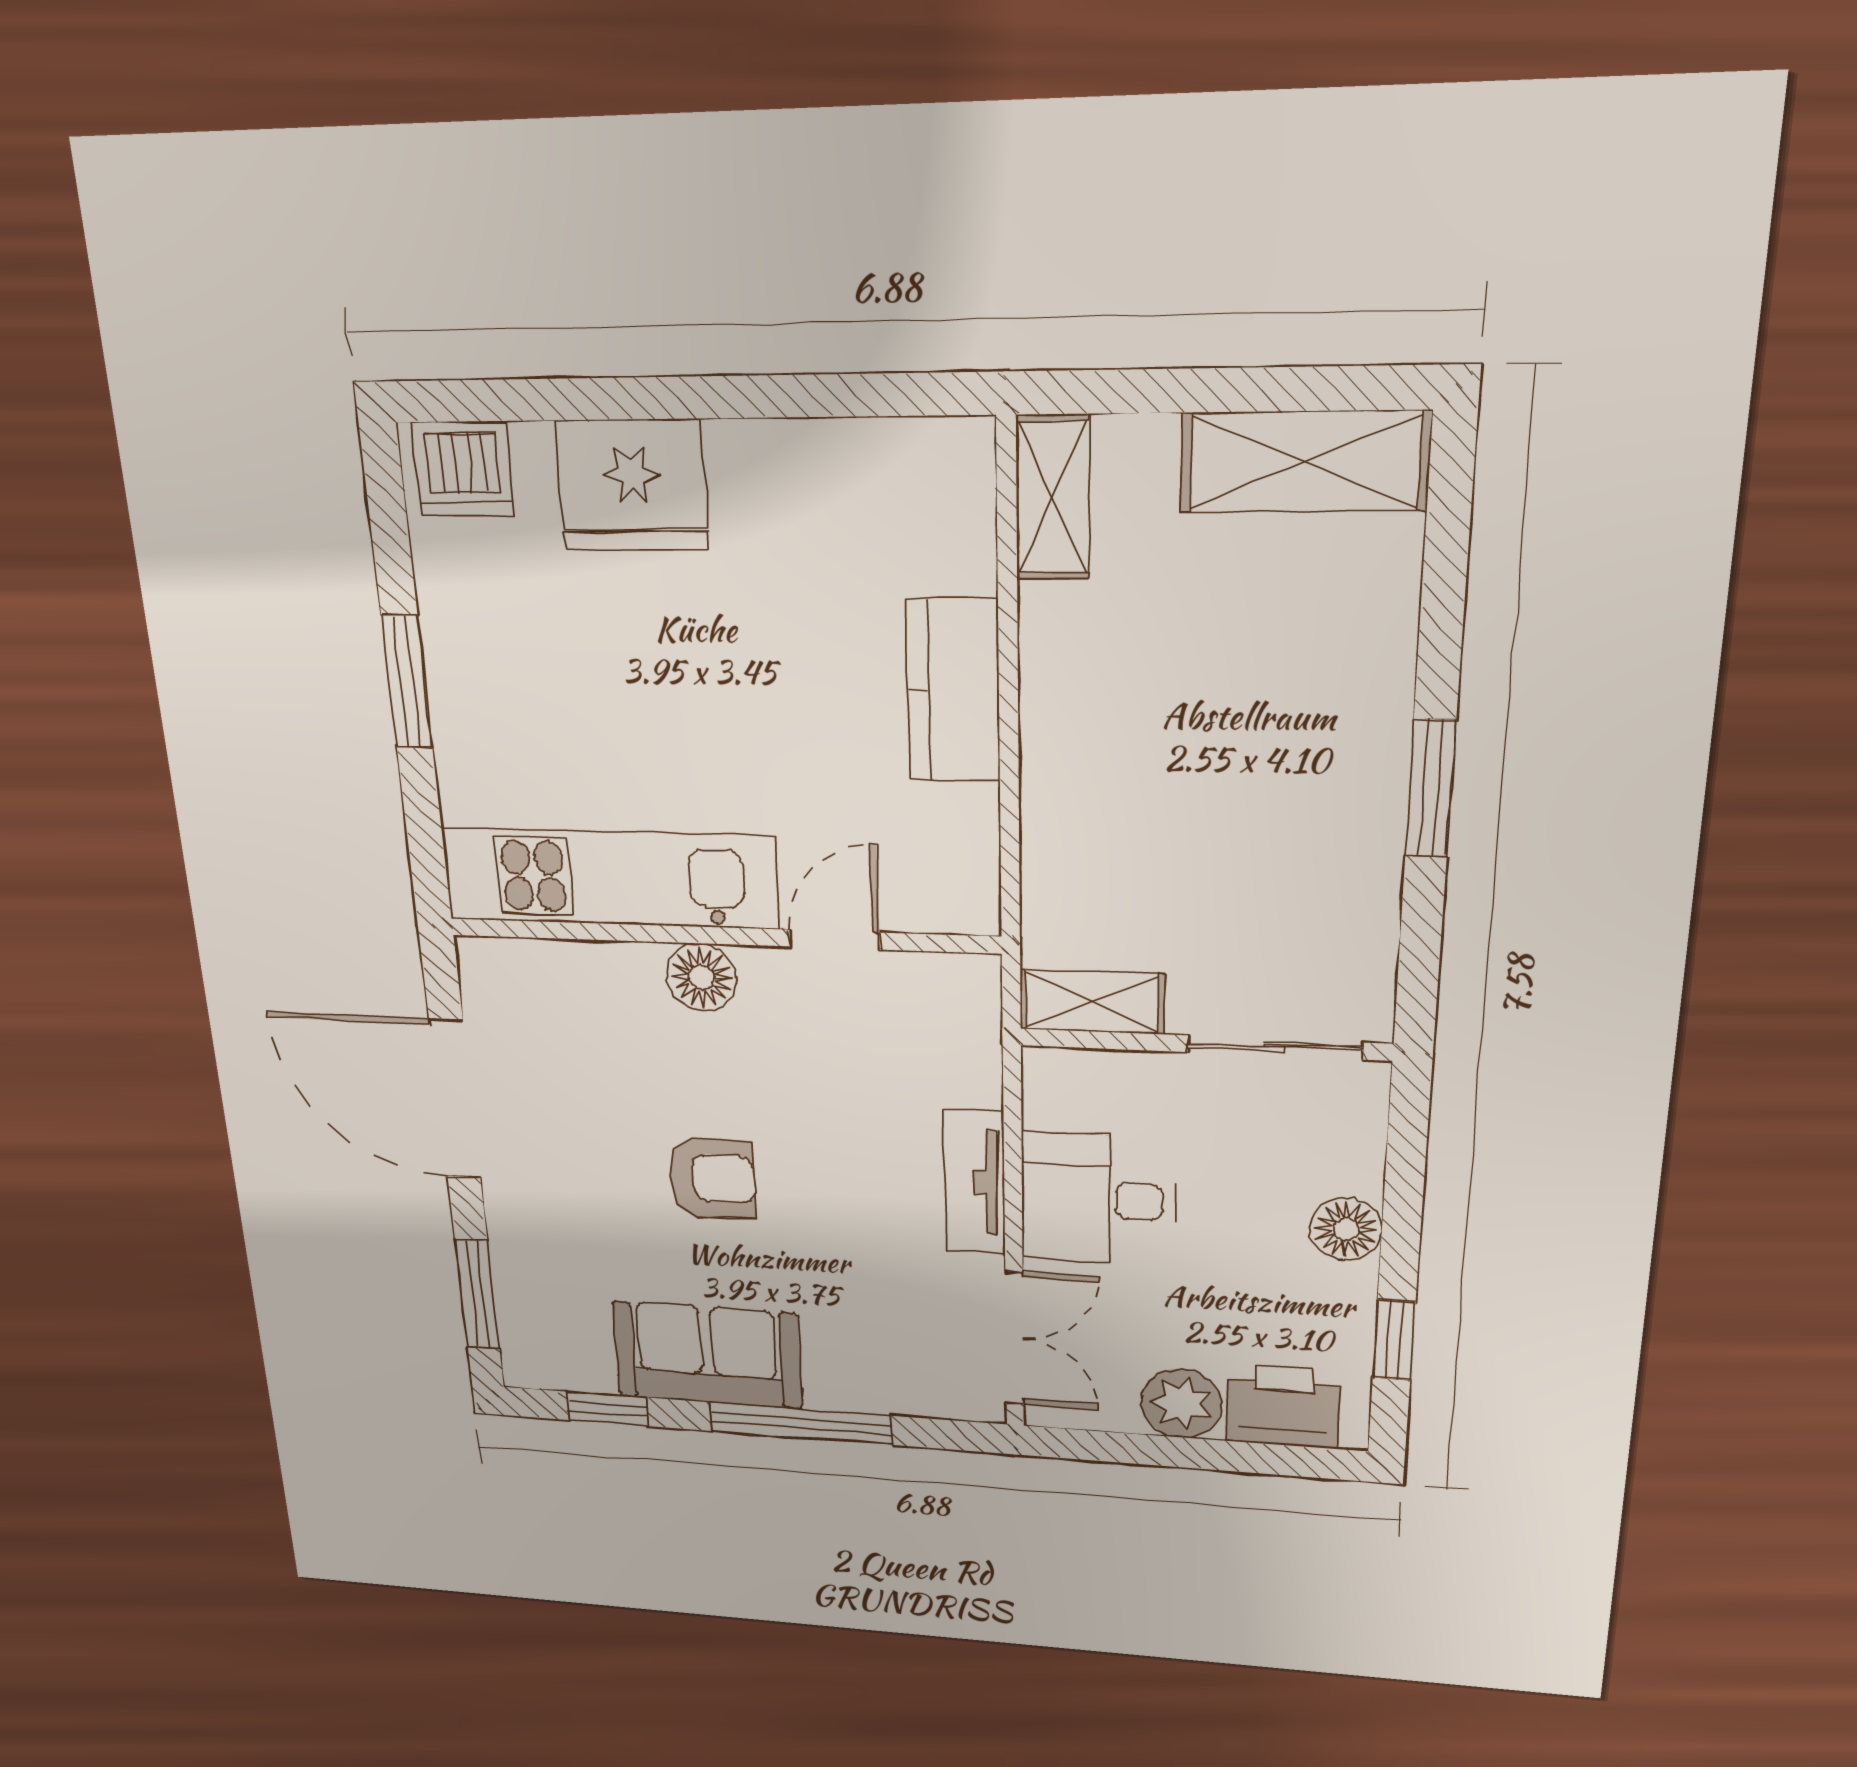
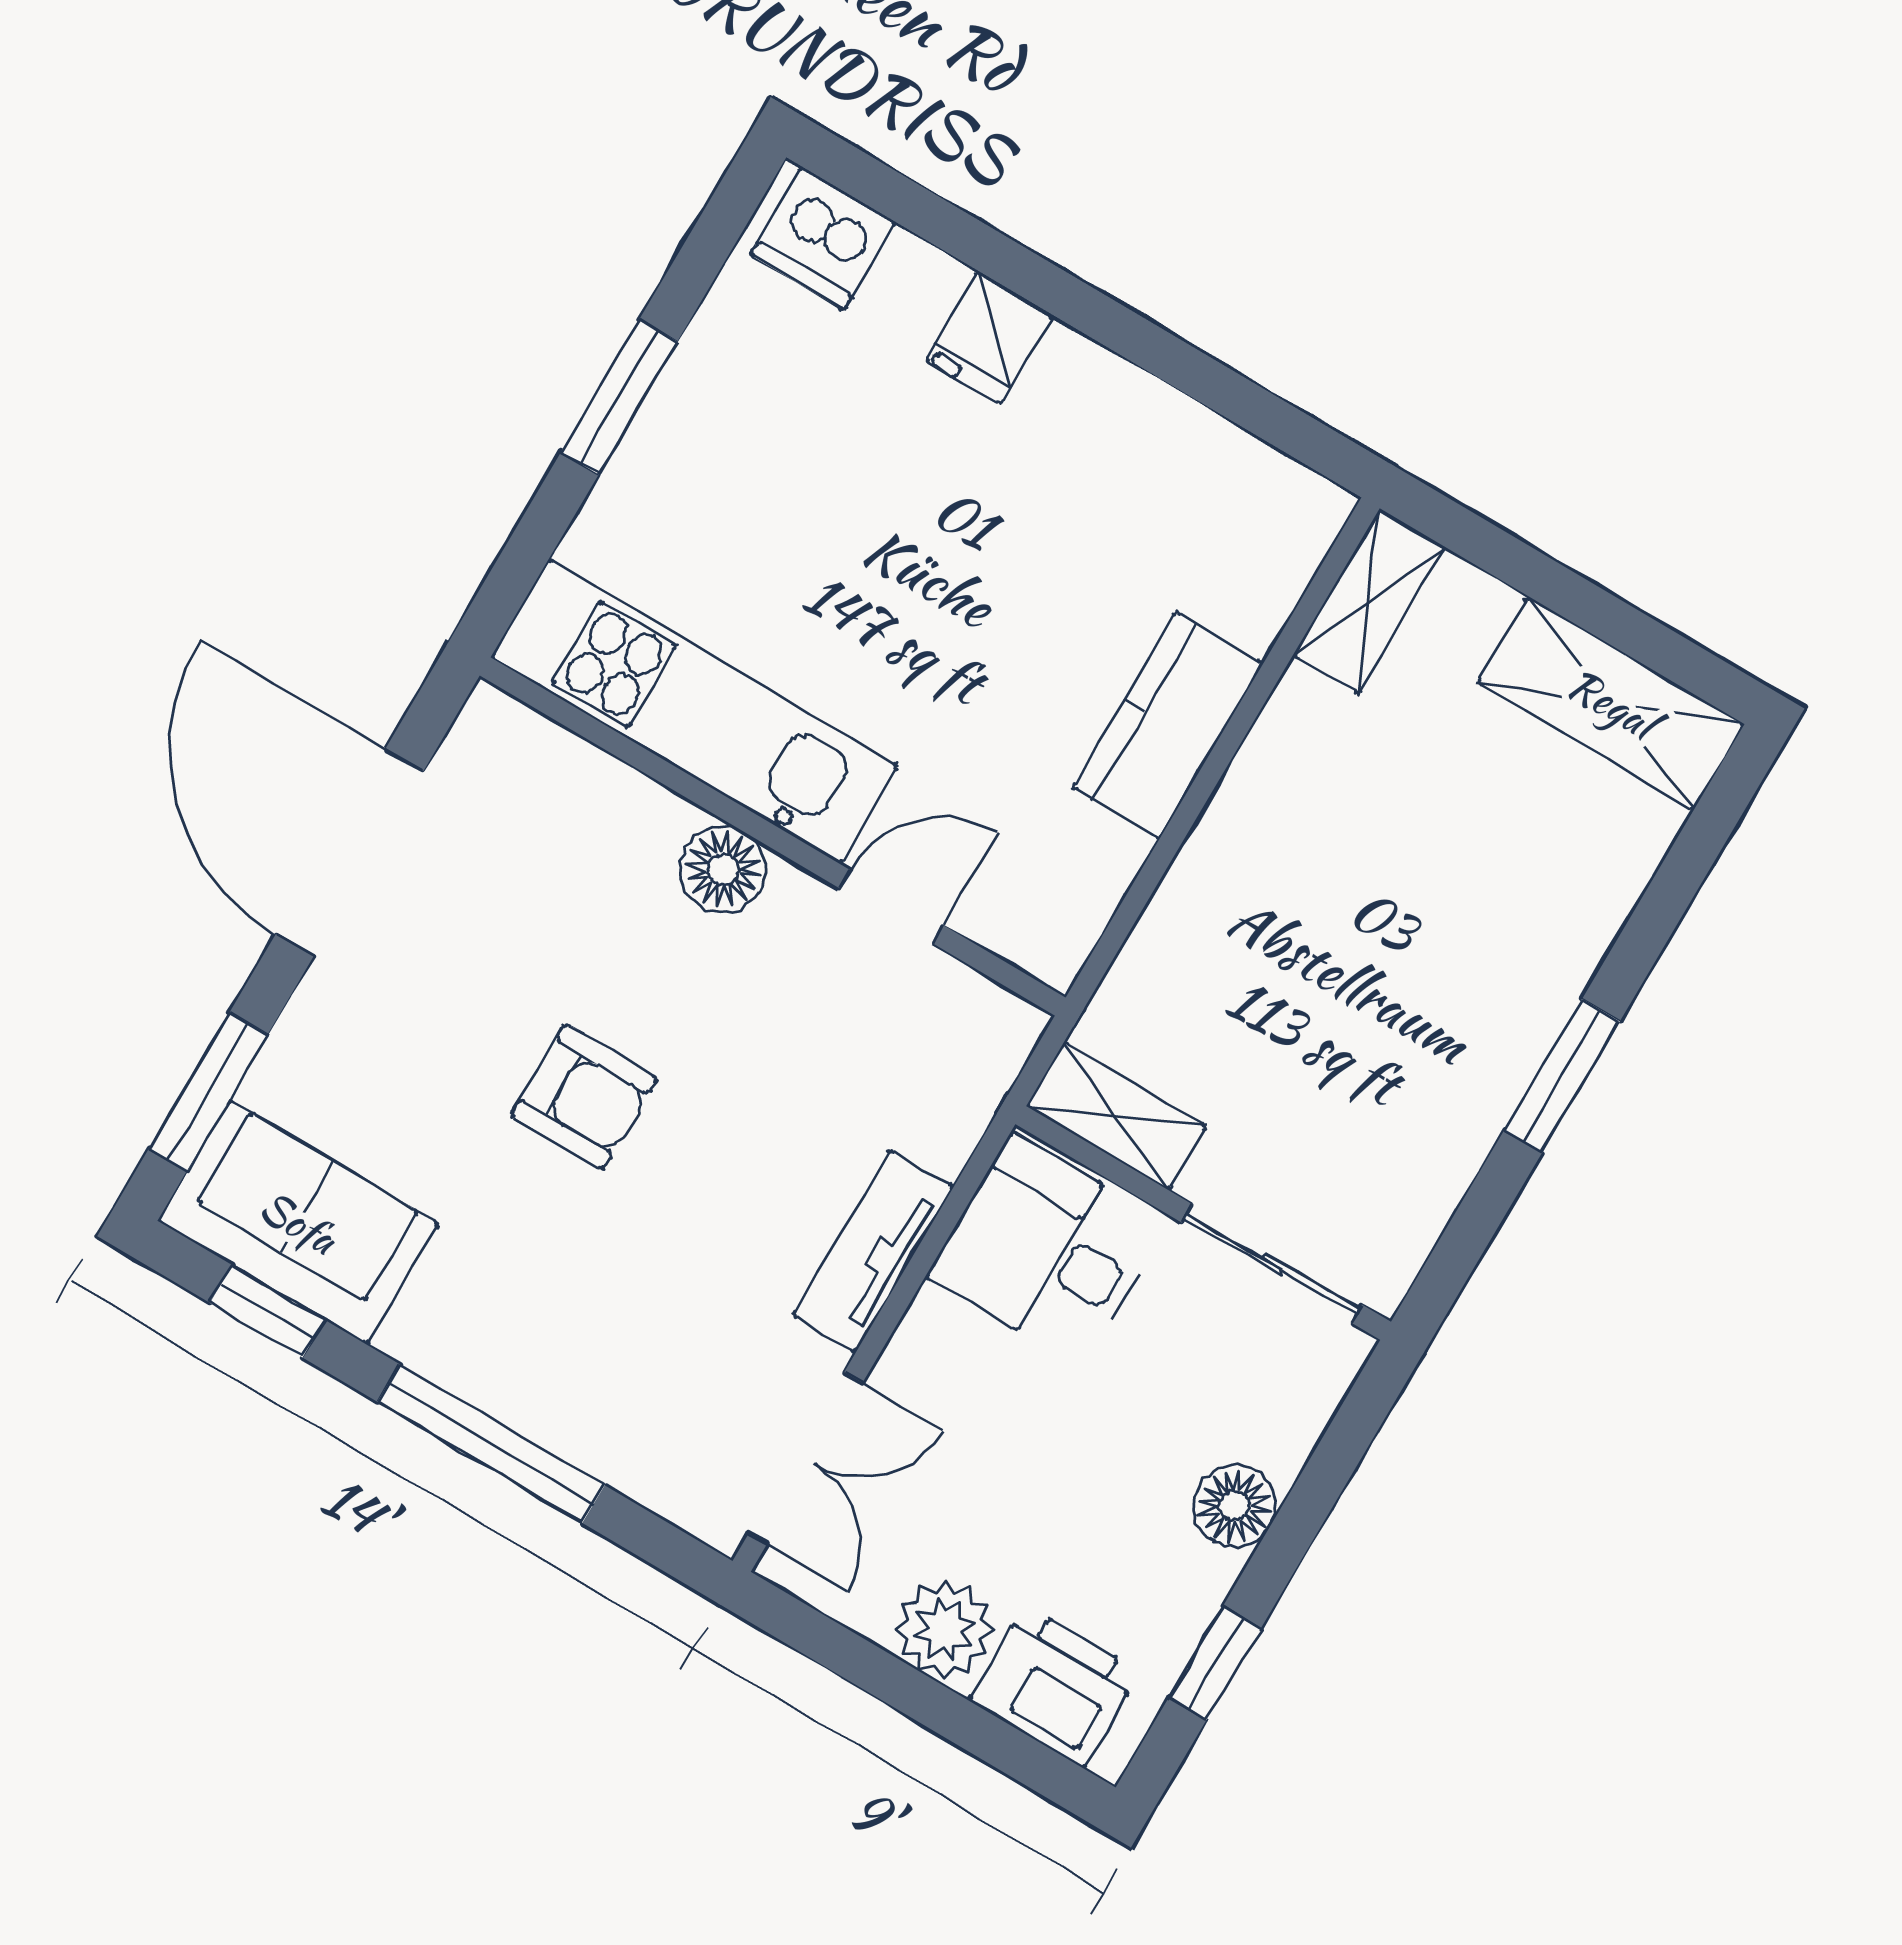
fridge: (632, 485) -> (989, 338), width x0.53, depth x0.75
desk: (1098, 1199) -> (1047, 1250), moved
sofa: (707, 1355) -> (298, 1222), moved

